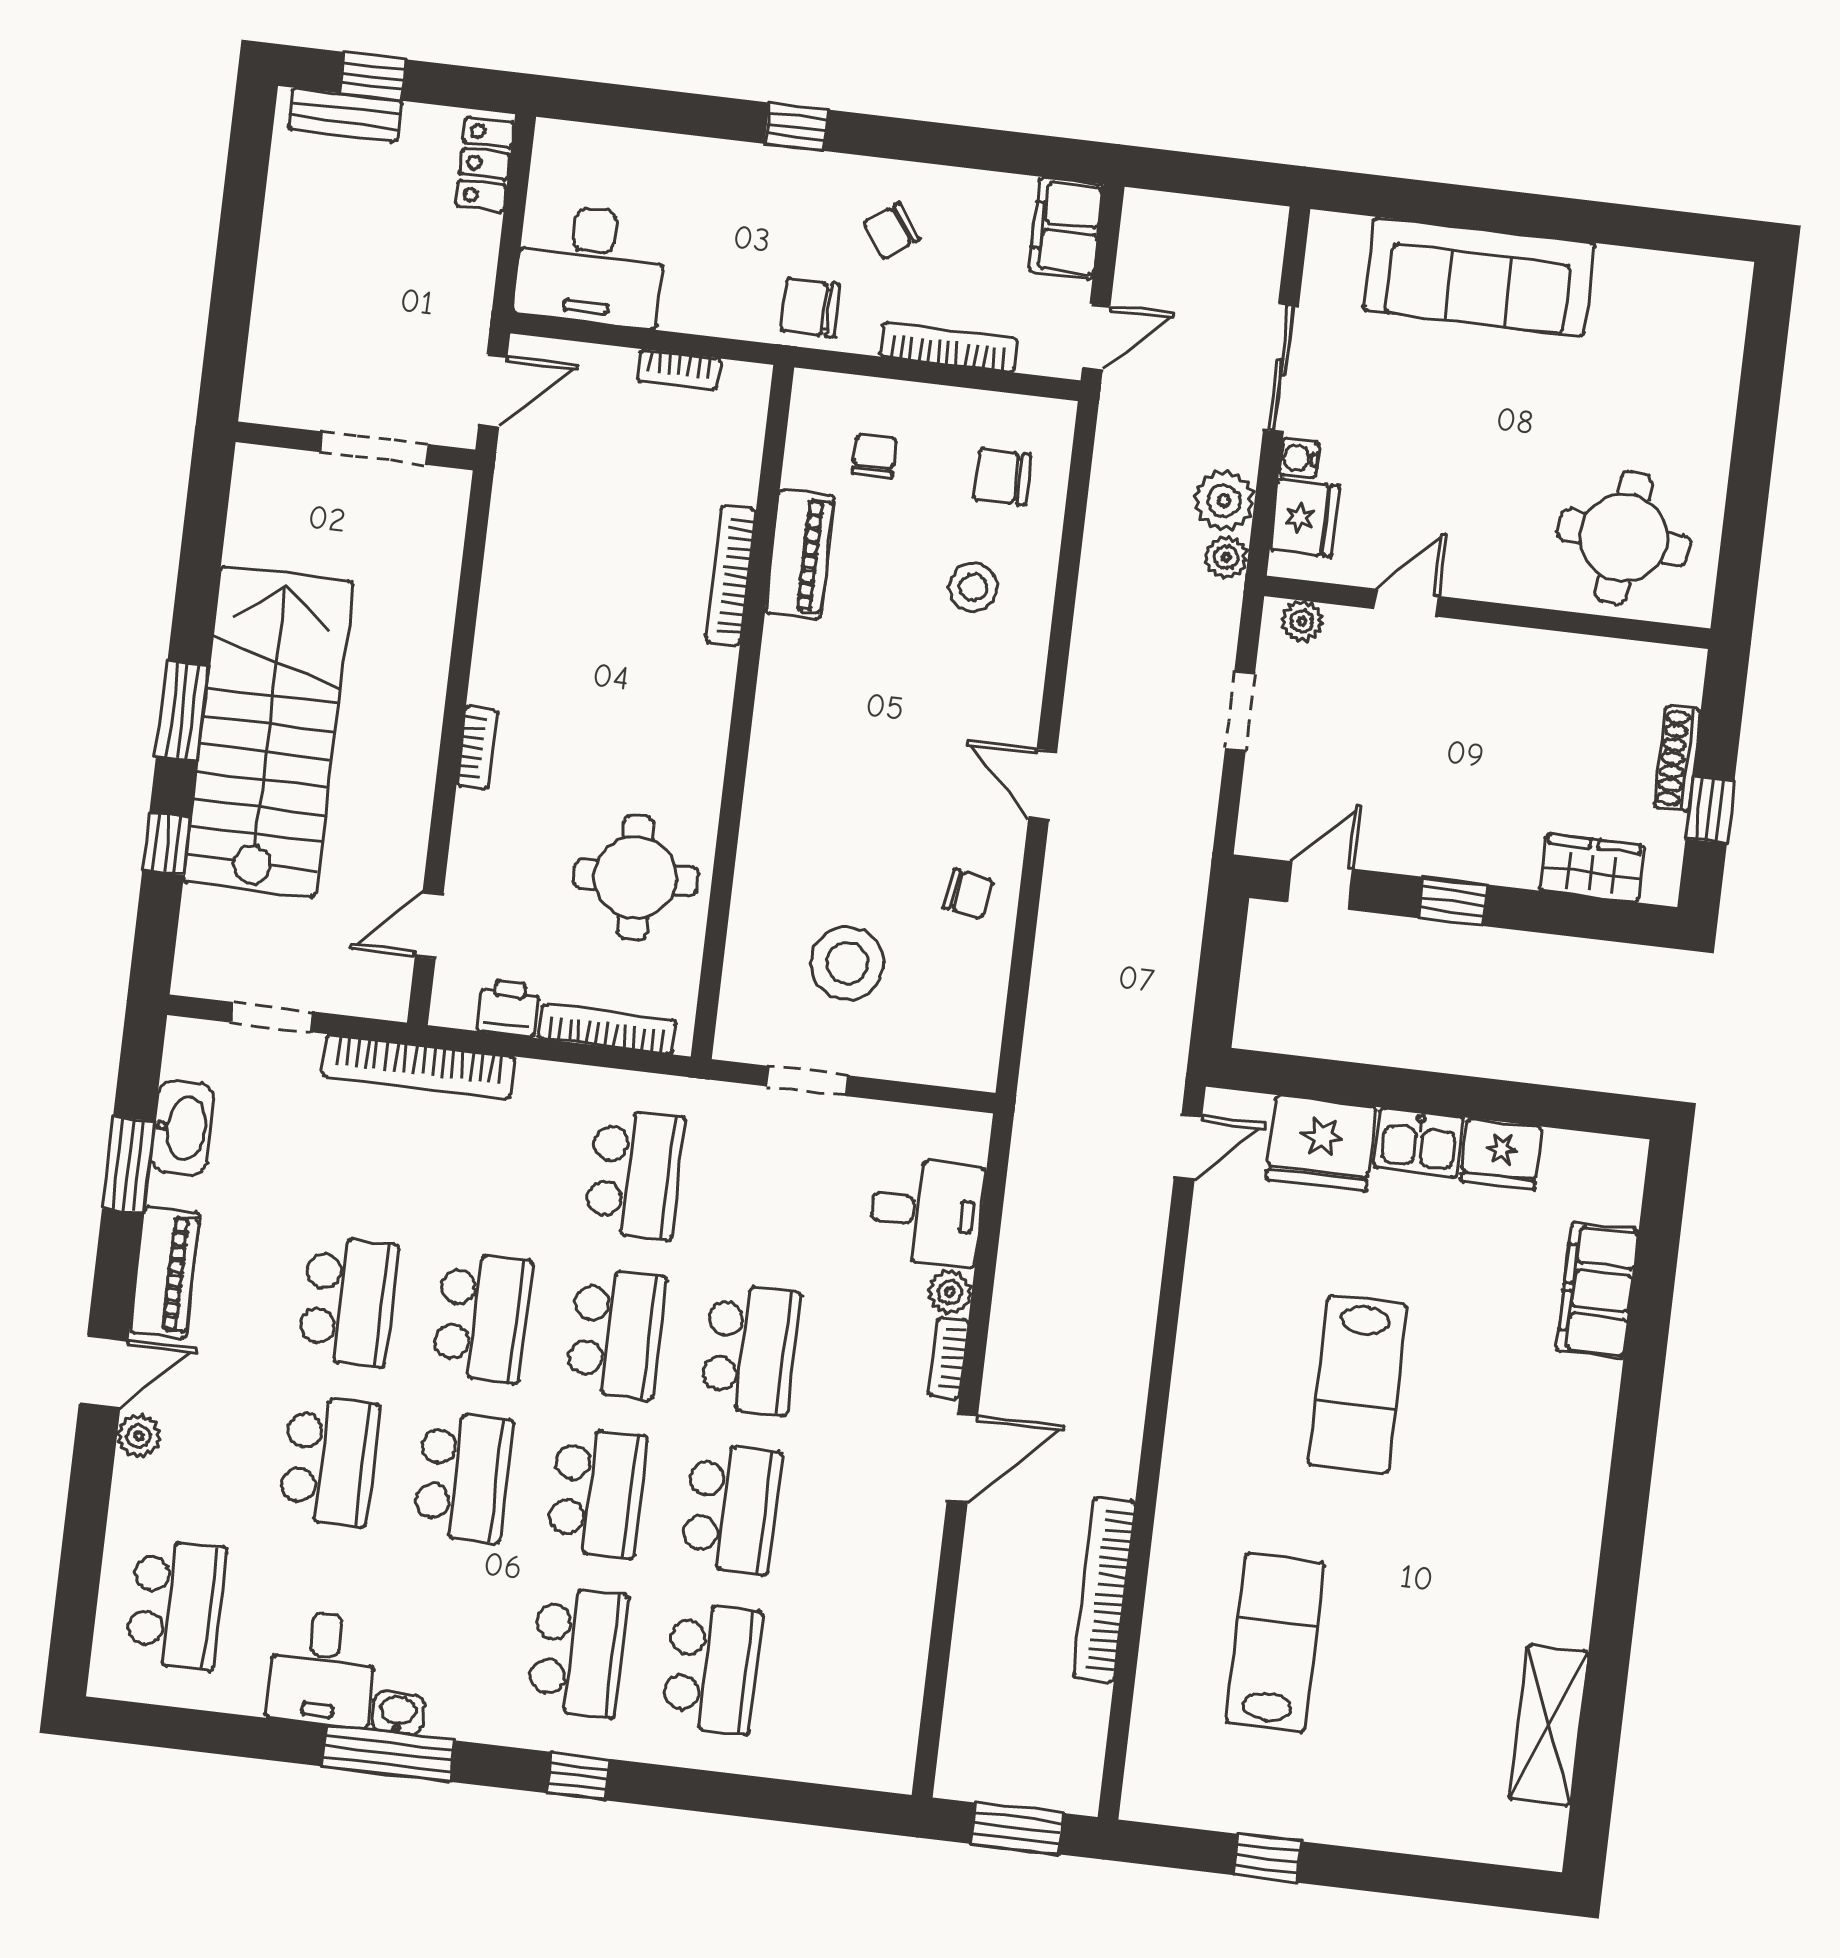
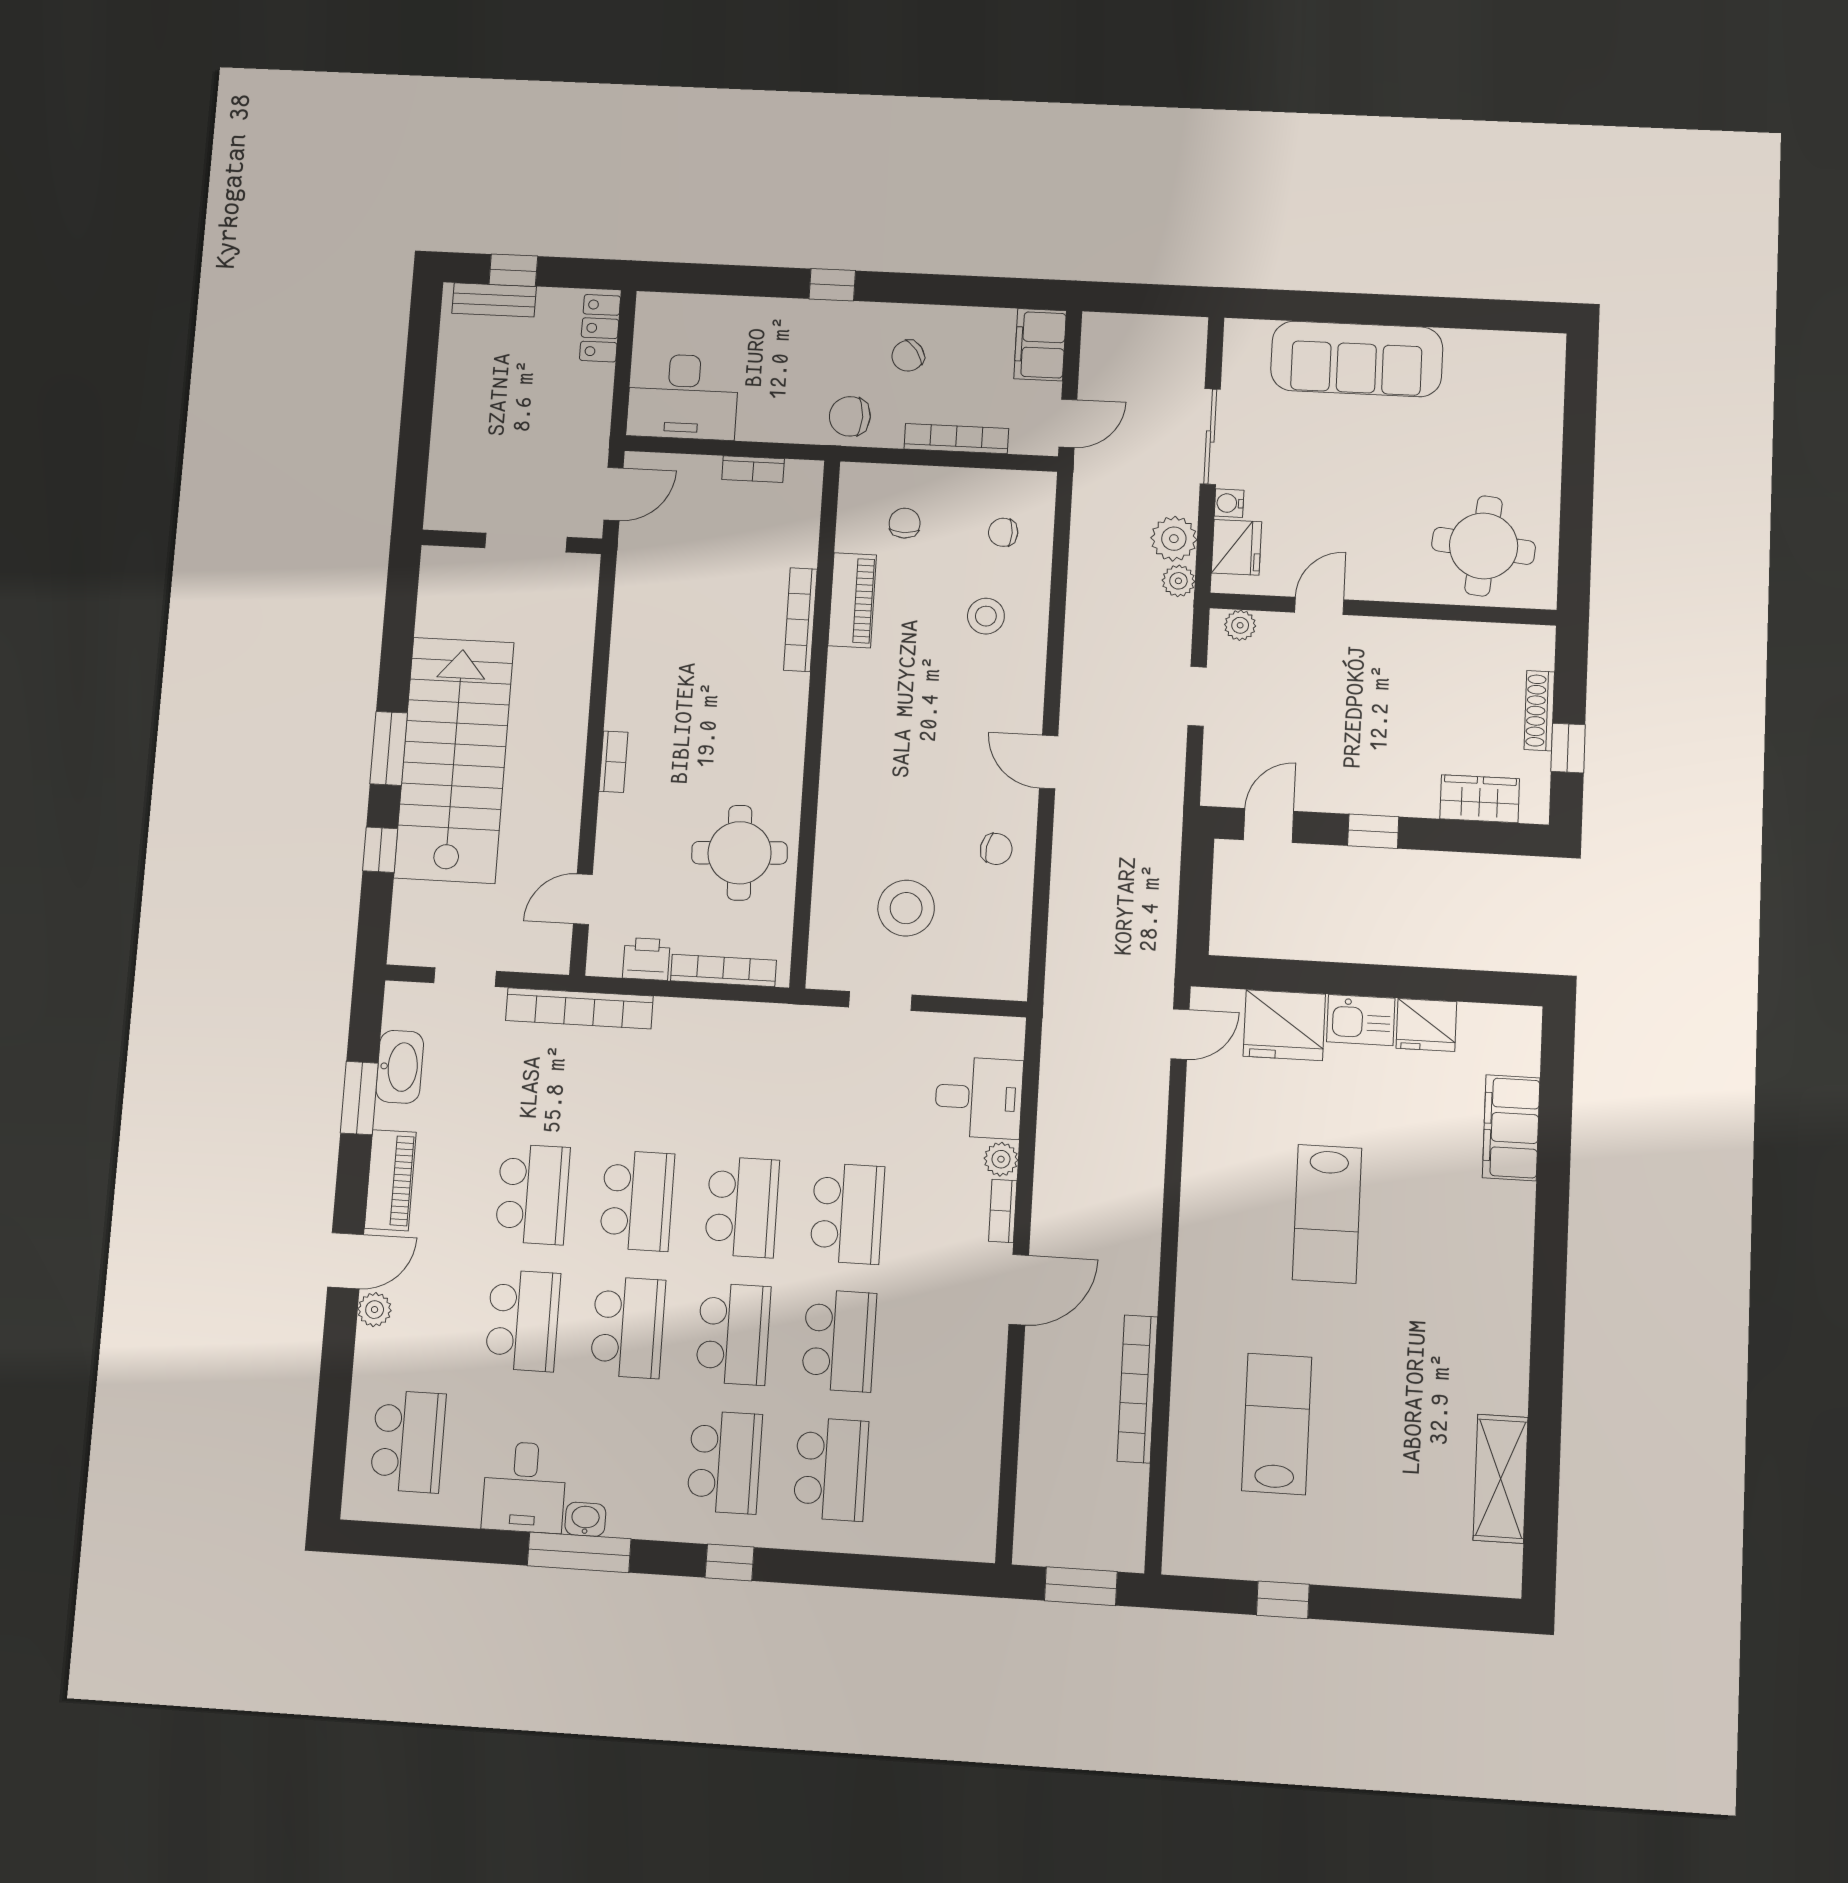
chair: (1002, 477) -> (1003, 532), width x0.73, depth x0.73
school desk: (635, 1174) -> (750, 1081), removed

